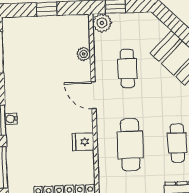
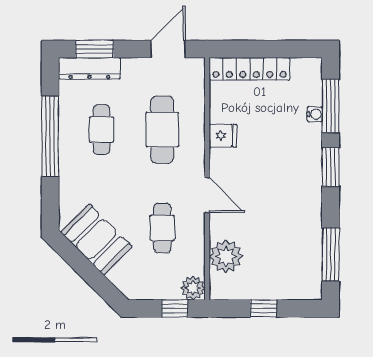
plant: (84, 54) -> (226, 256), width x1.88, depth x1.88
water cooler: (11, 119) -> (315, 114), moved

